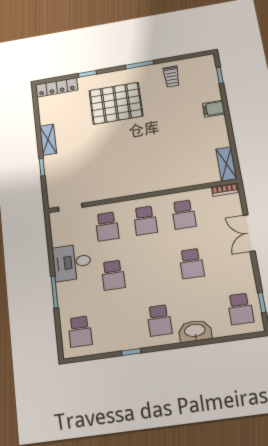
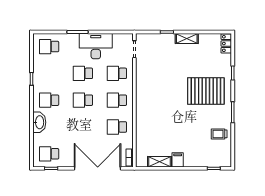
locker: (57, 87) -> (226, 44), width x0.66
pallet: (116, 103) -> (206, 91), turned 90
filing cabinet: (214, 109) -> (178, 160), moved
shelving: (226, 164) -> (160, 162), moved
double door: (249, 233) -> (98, 168), width x1.87
desk: (72, 262) -> (96, 46), width x1.37
school desk: (192, 264) -> (83, 100), moved

